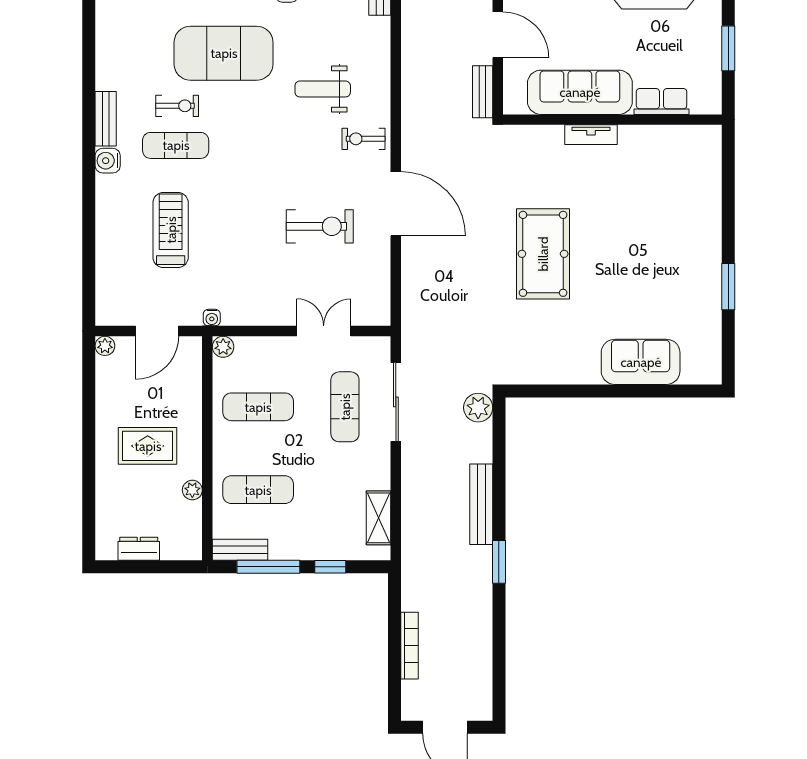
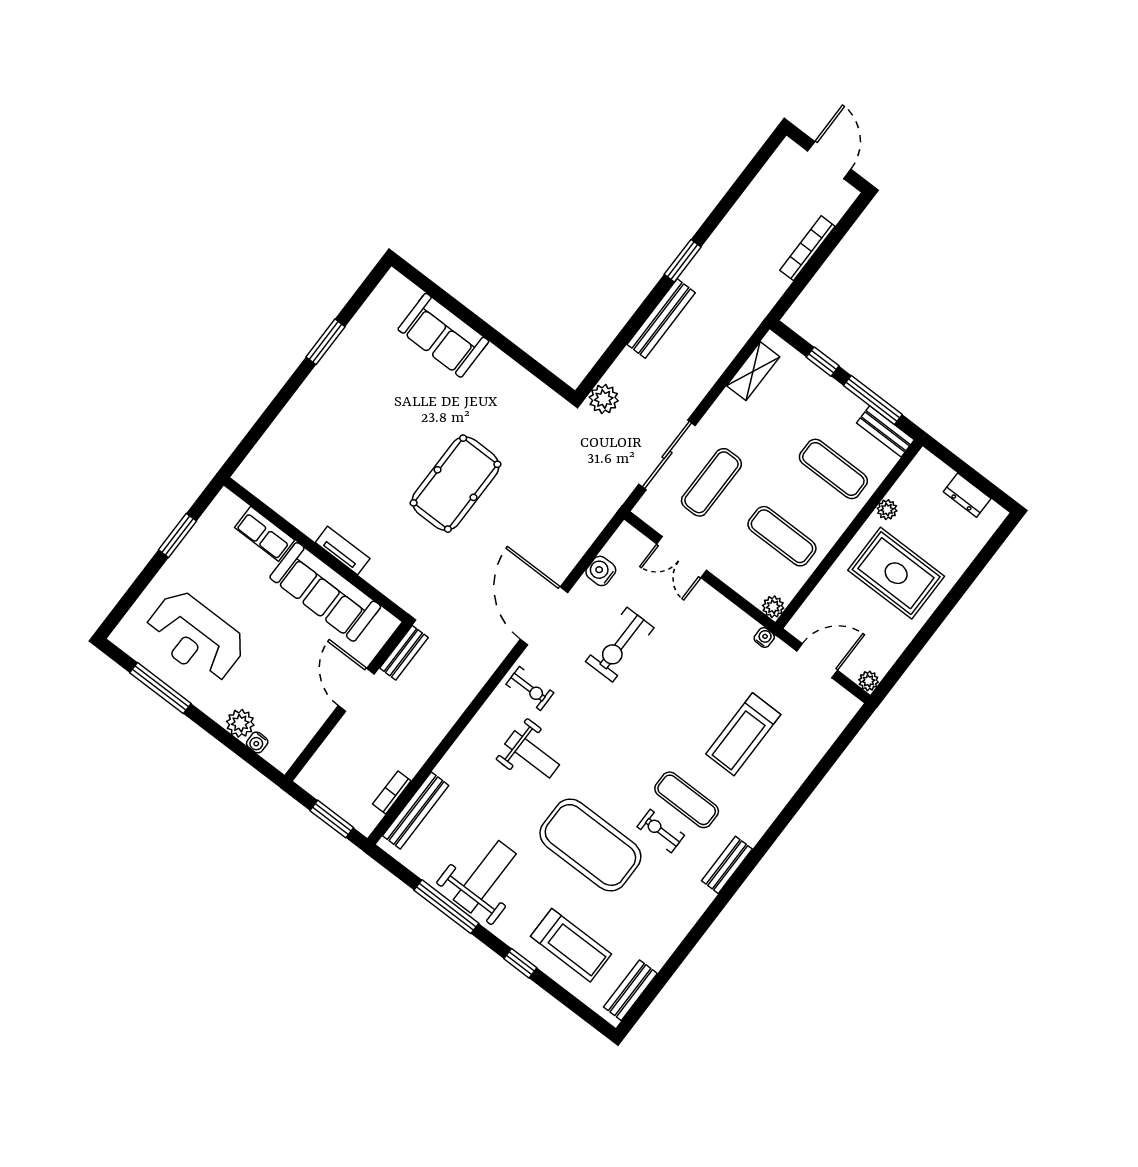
water cooler: (108, 161) -> (601, 571), moved, turned 180
exercise bike: (320, 226) -> (620, 645), turned -90
rug: (148, 446) -> (896, 573), width x1.36, depth x1.43

